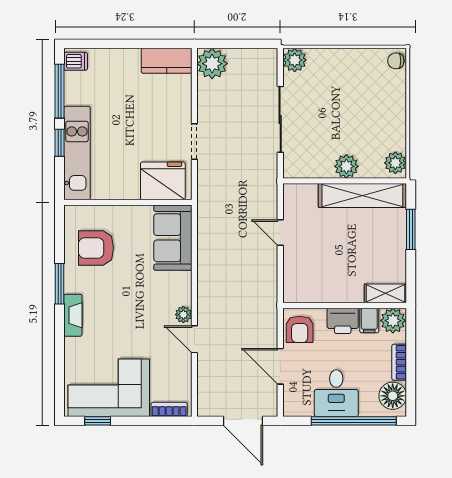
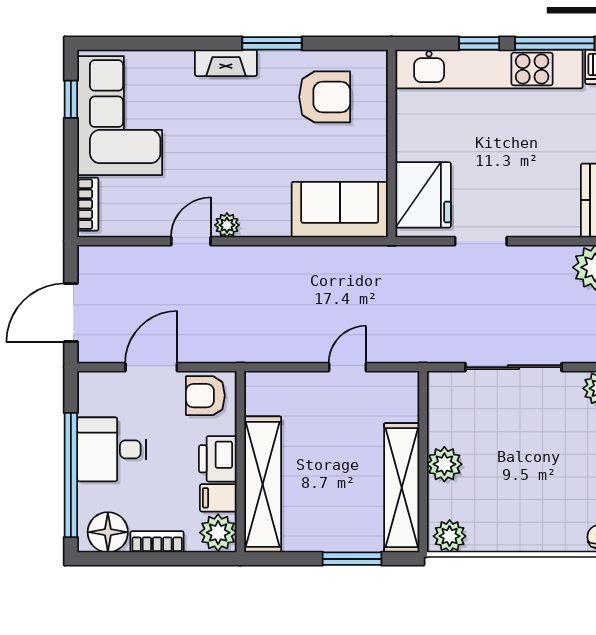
kitchen unit: (77, 153) -> (489, 69), width x1.36
armchair: (96, 248) -> (325, 97), turned 90
shelving: (385, 293) -> (263, 484), width x2.20, depth x1.33

